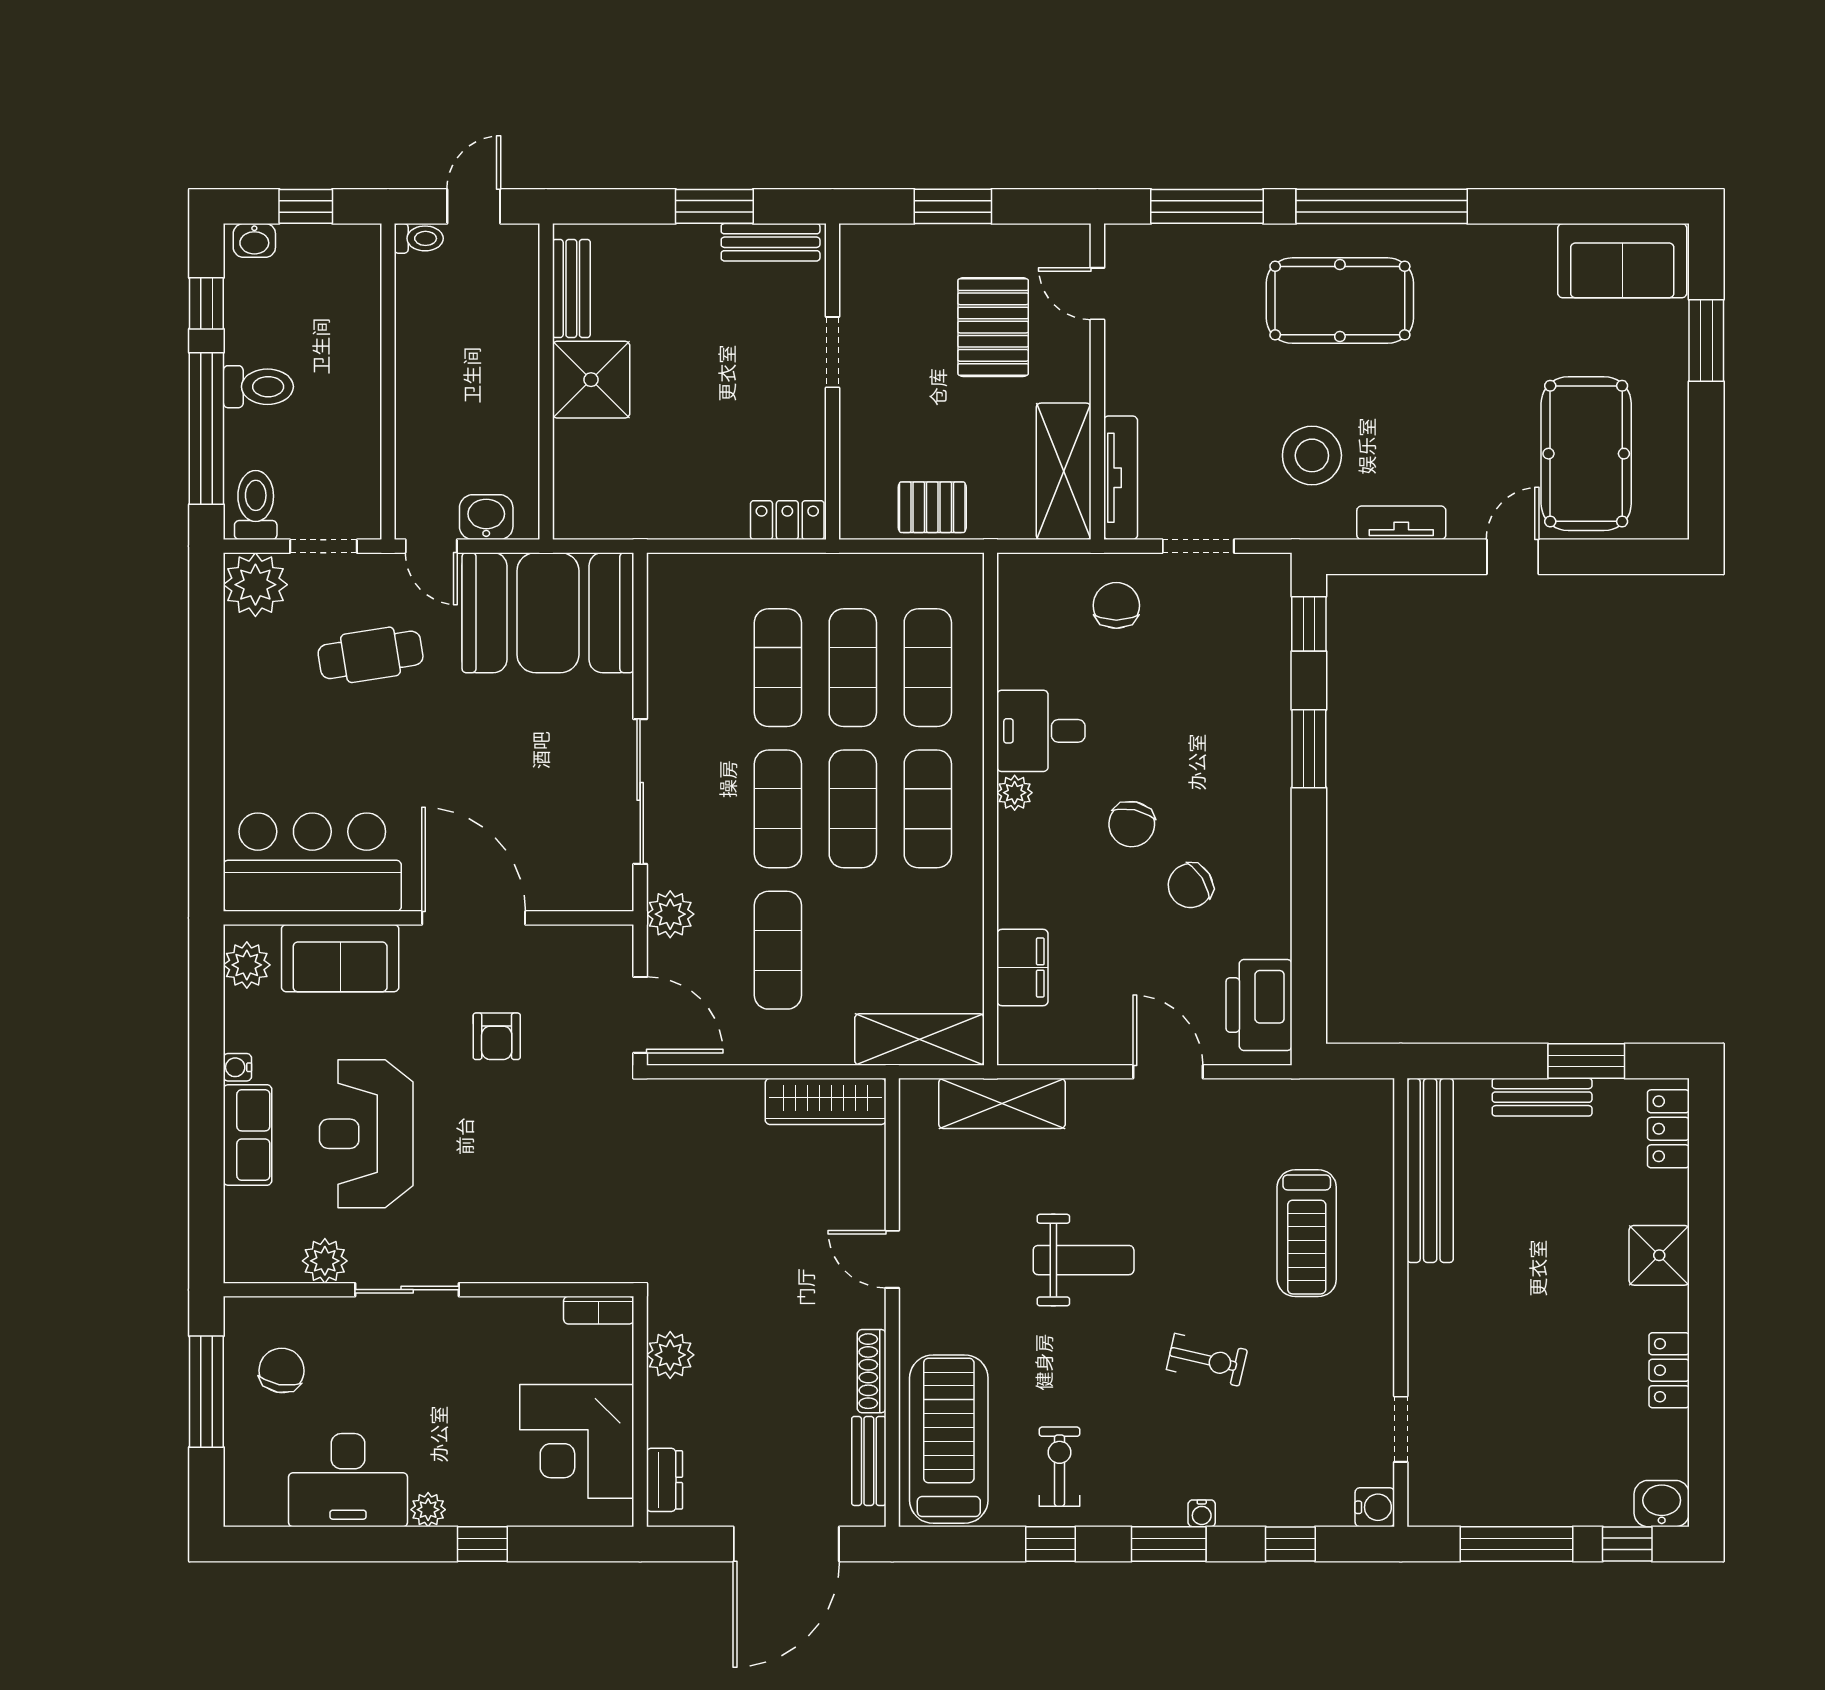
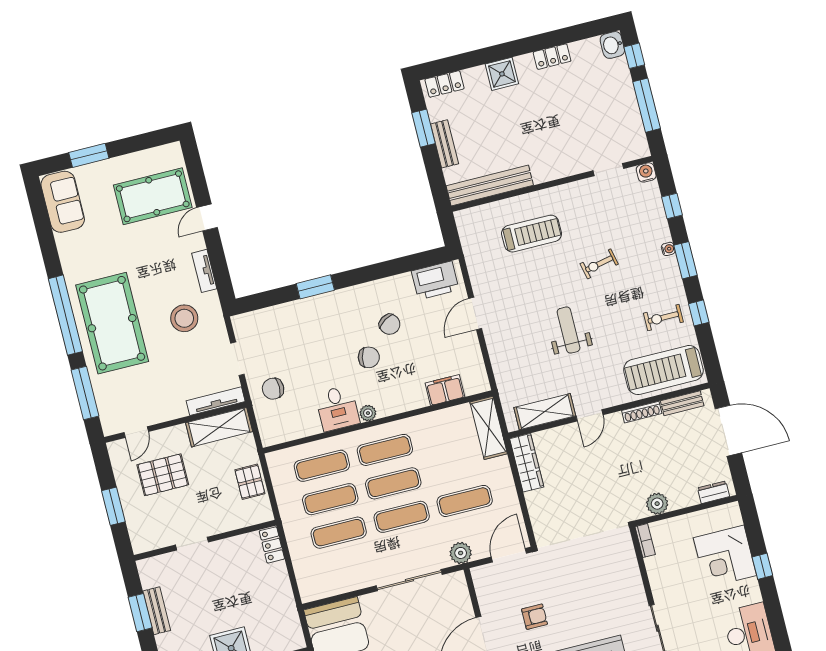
bench: (771, 242) -> (157, 611), moved
pool table: (1340, 301) -> (112, 323), width x1.36, depth x1.32
door: (1513, 557) -> (207, 218), hinge flipped
window: (1309, 624) -> (260, 301), removed
shelving: (1002, 1103) -> (545, 412), moved, turned 90
exercise bike: (1207, 1360) -> (599, 264), turned -115
corner desk: (577, 1441) -> (725, 557), moved, turned 90
plant: (428, 1510) -> (753, 594), removed

